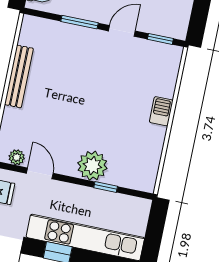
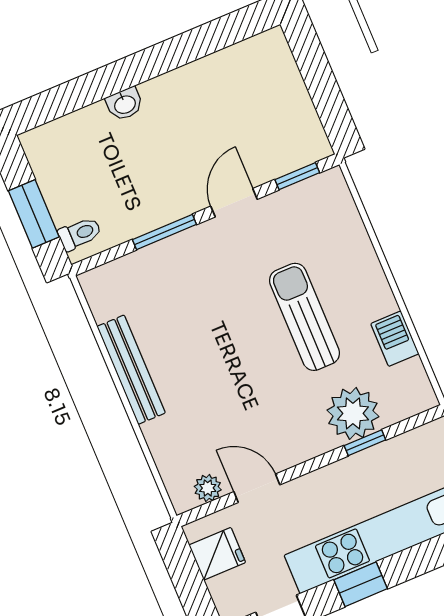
sun lounger: (118, 108) -> (304, 317), added
barbecue: (161, 111) -> (395, 339), moved
plant: (92, 166) -> (353, 413), moved

